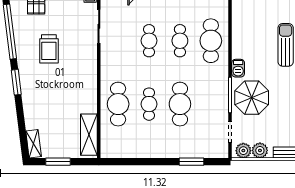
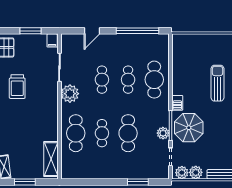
plant: (111, 57) -> (70, 94), added
plant: (221, 104) -> (163, 133), added

